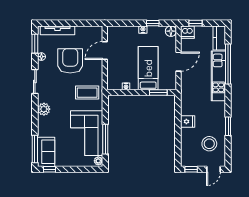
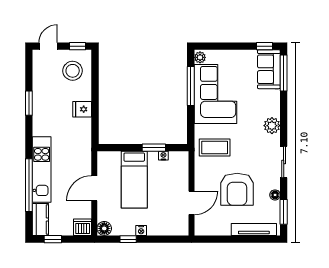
window: (195, 23) -> (53, 239), moved
window: (158, 92) -> (154, 148), moved
stool: (209, 144) -> (73, 71), moved

